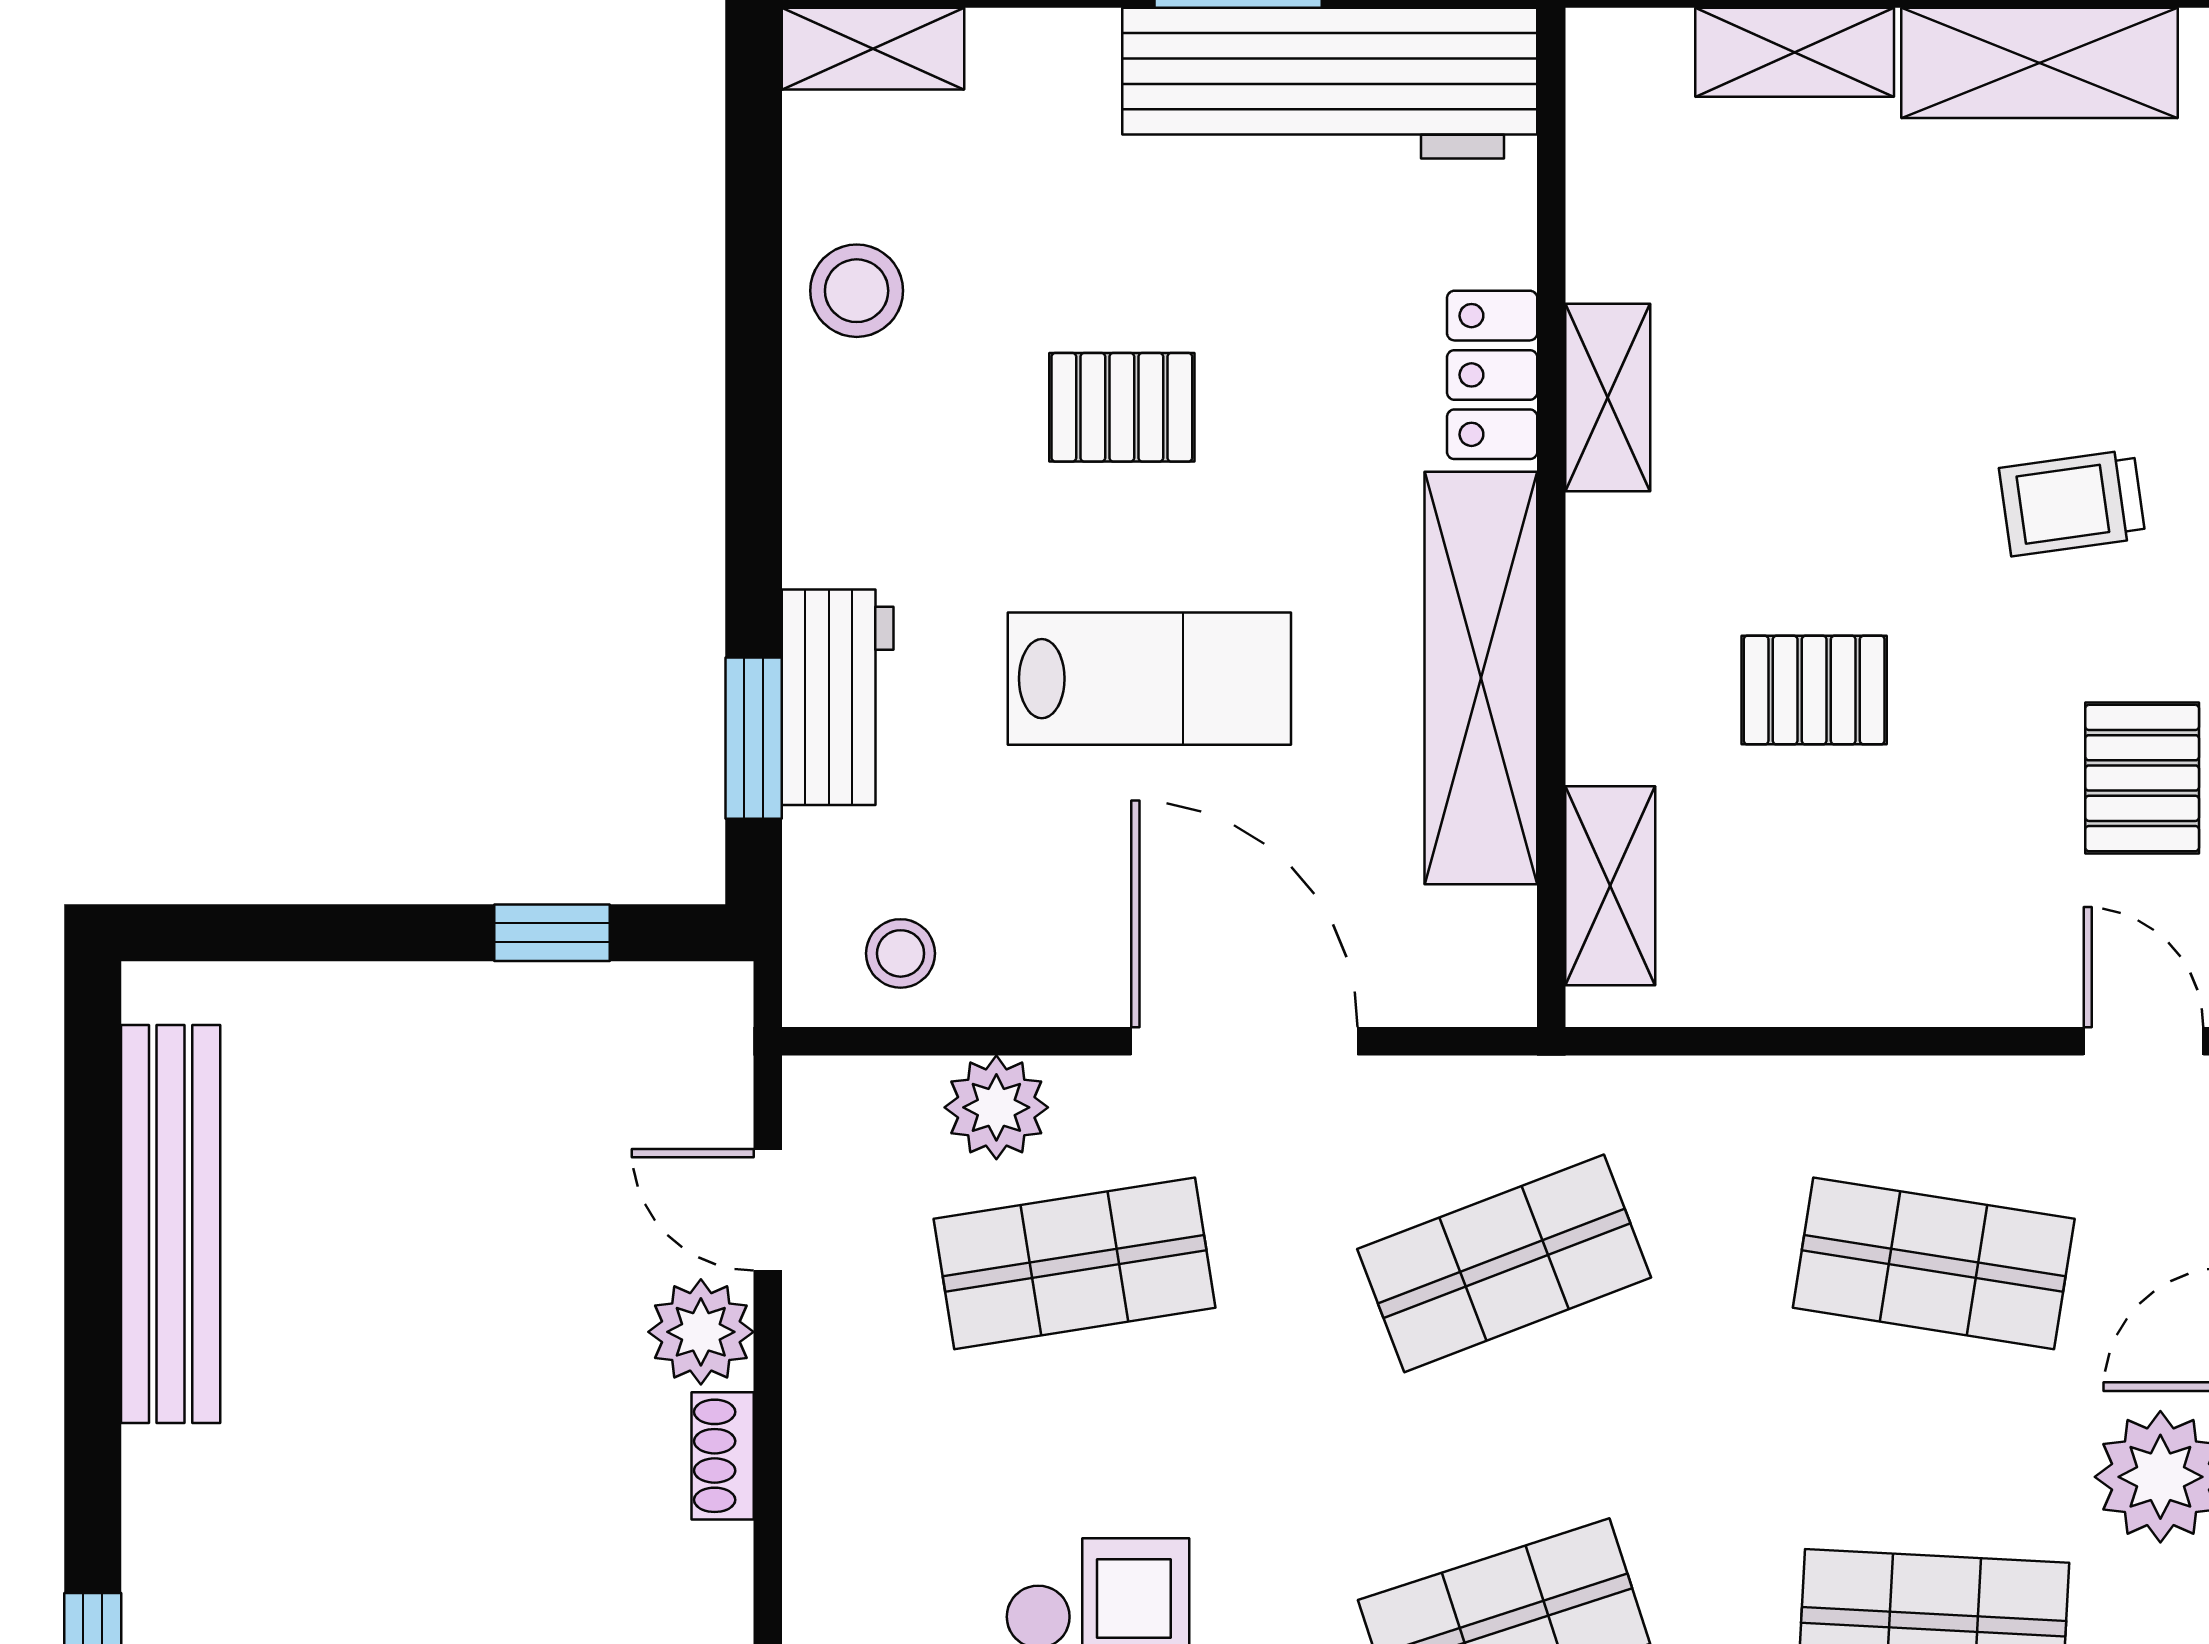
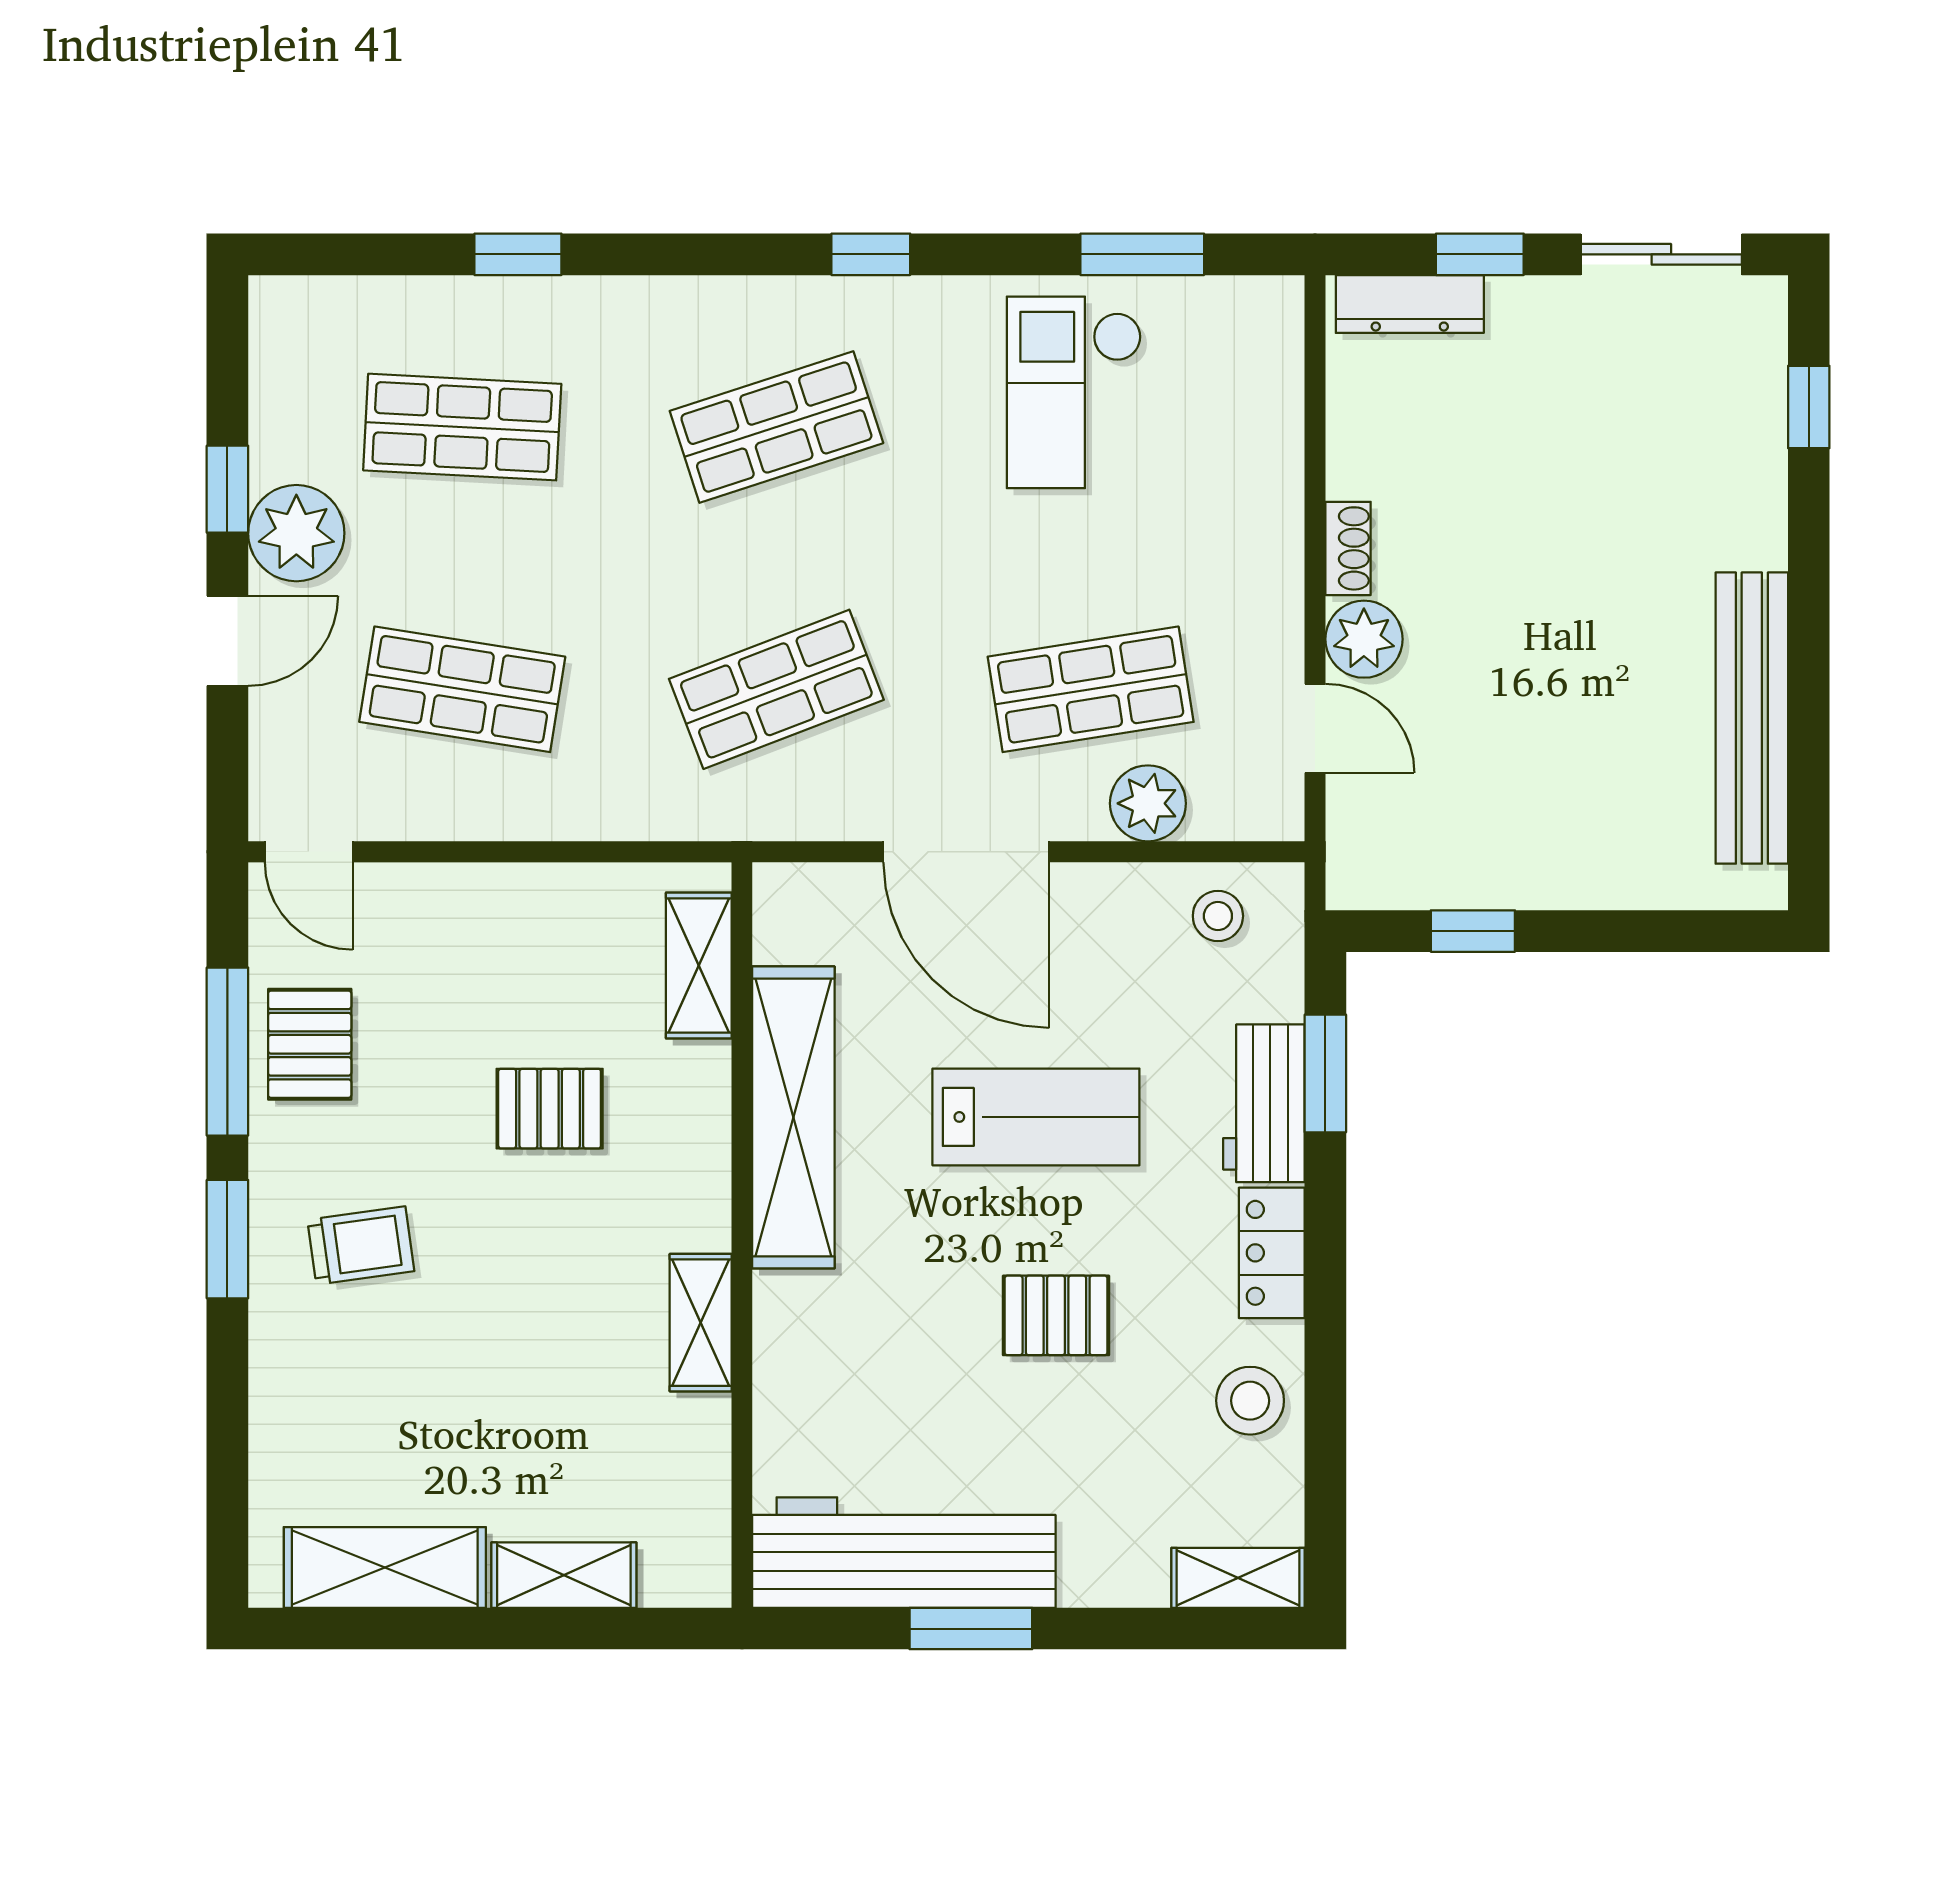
locker: (1492, 375) -> (1272, 1253), moved, turned 180
lab bench: (1149, 679) -> (1036, 1117), turned 180

